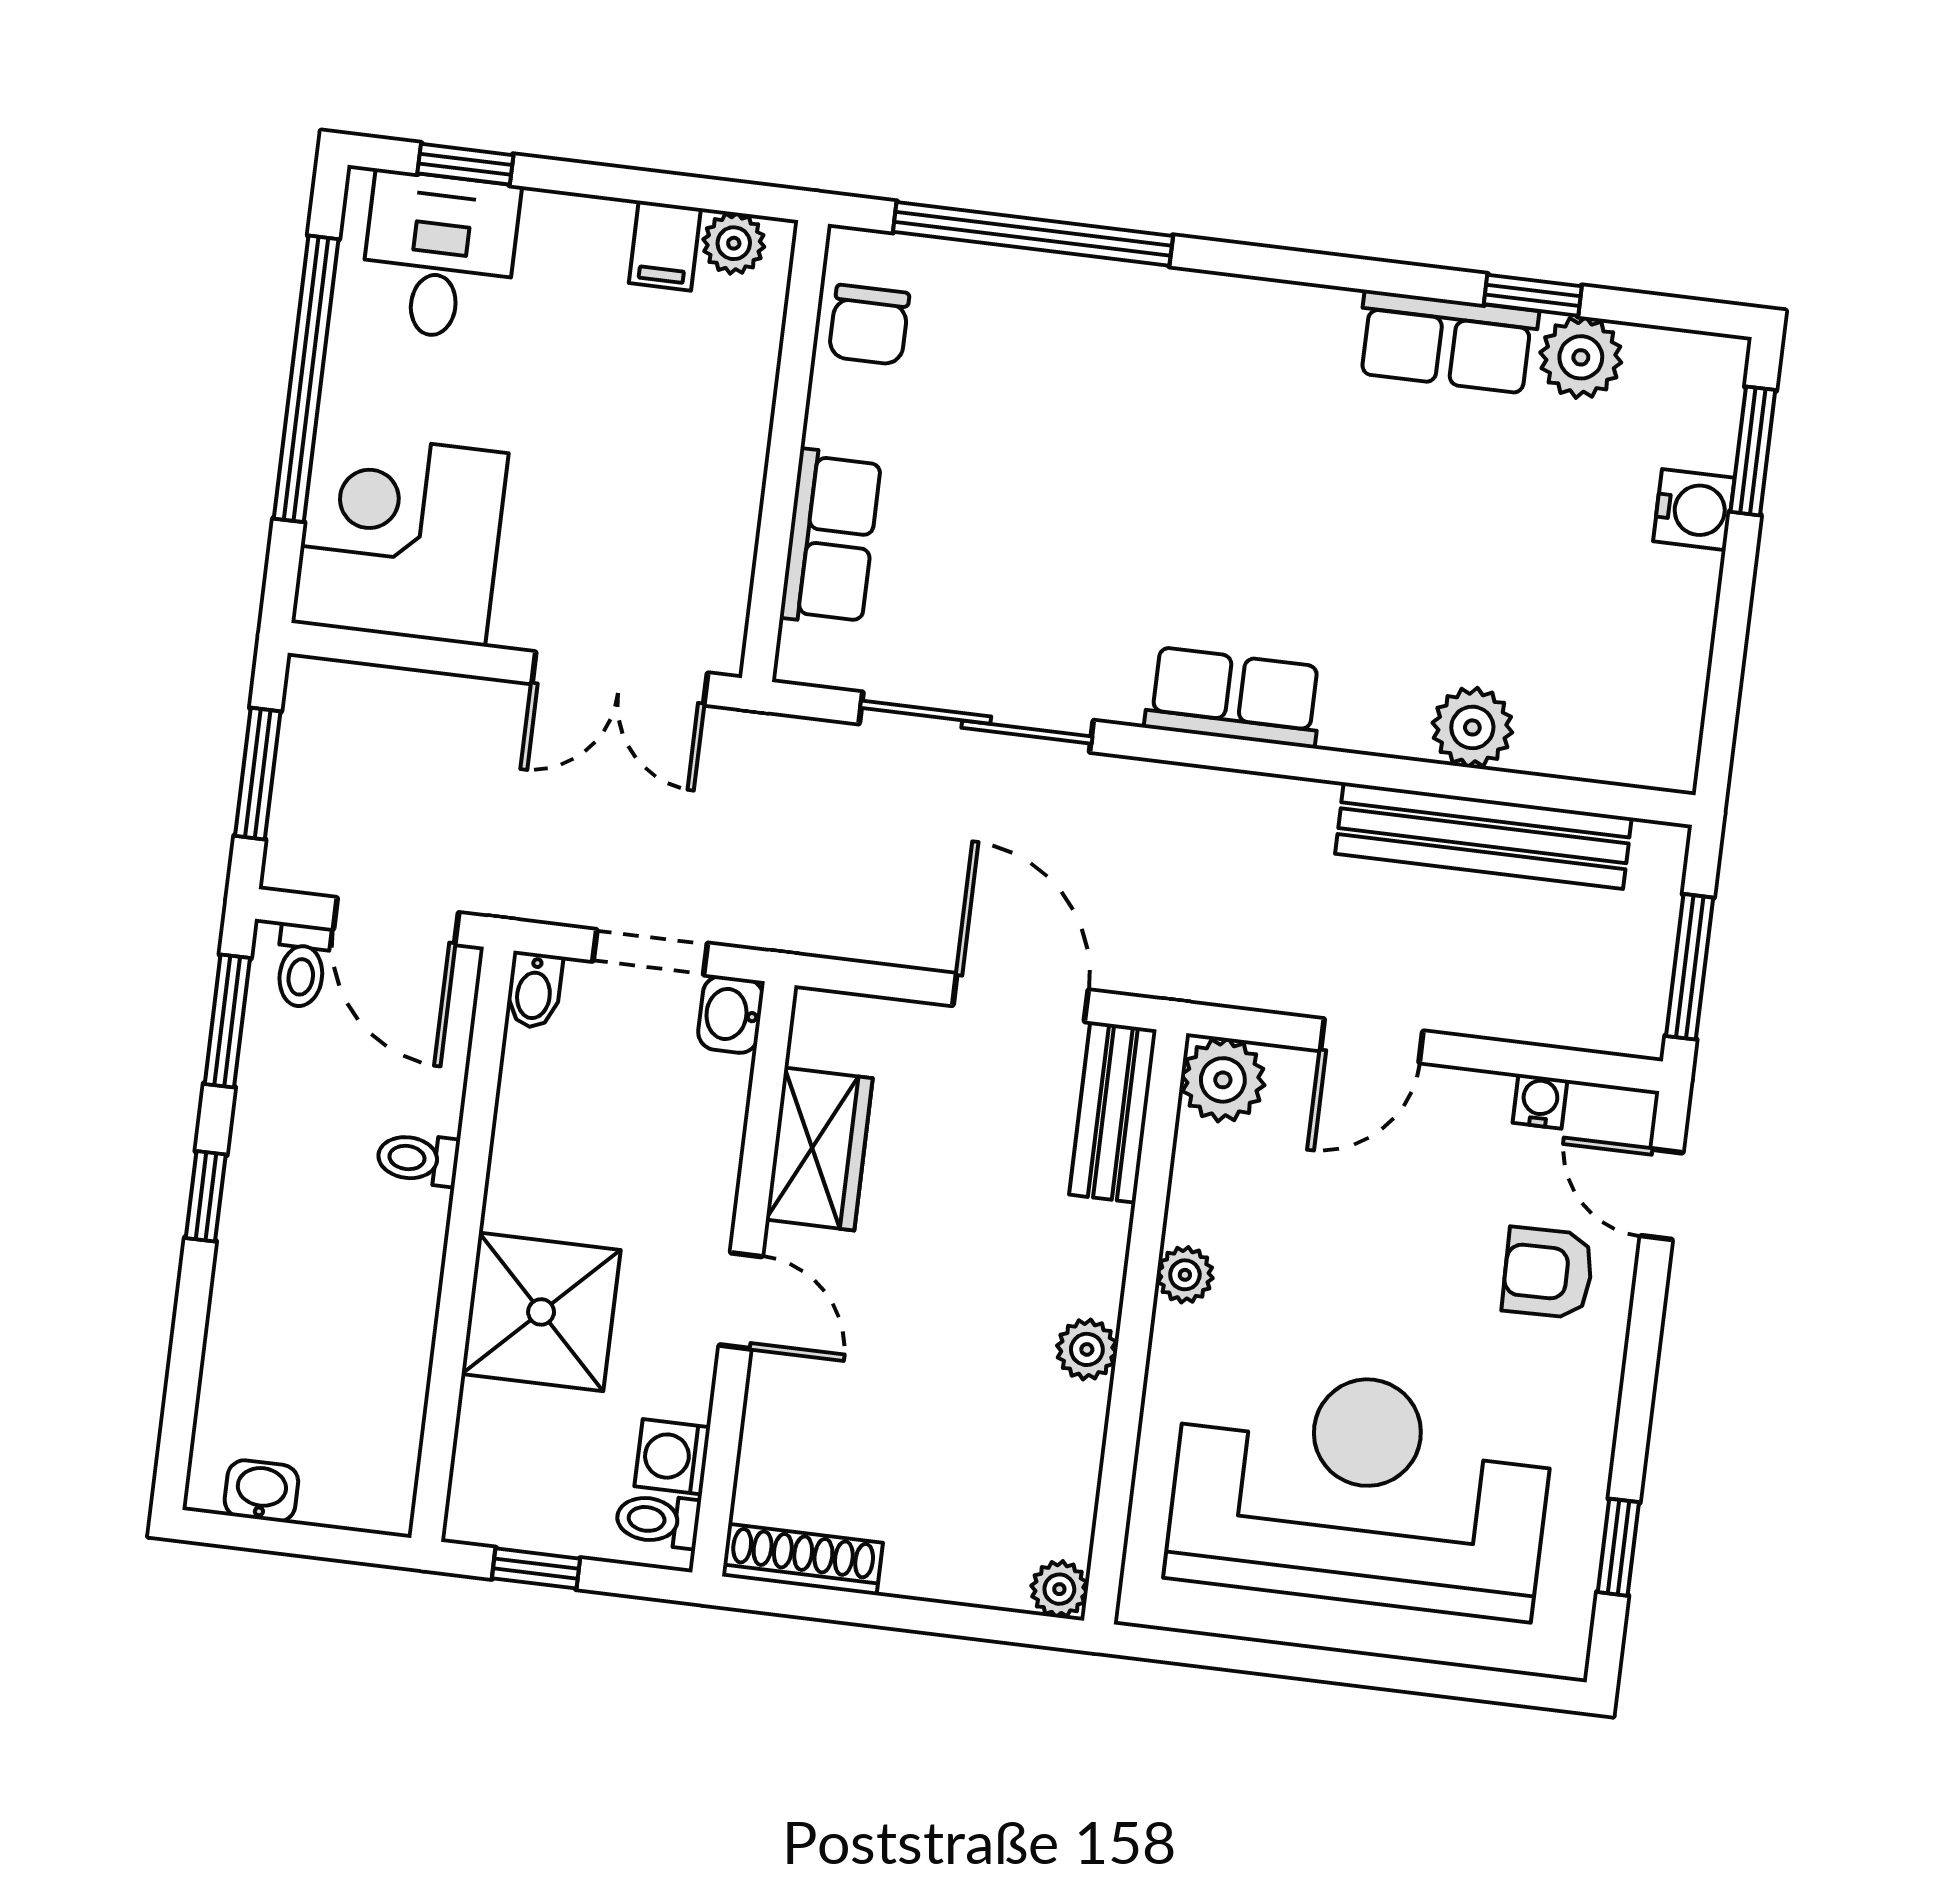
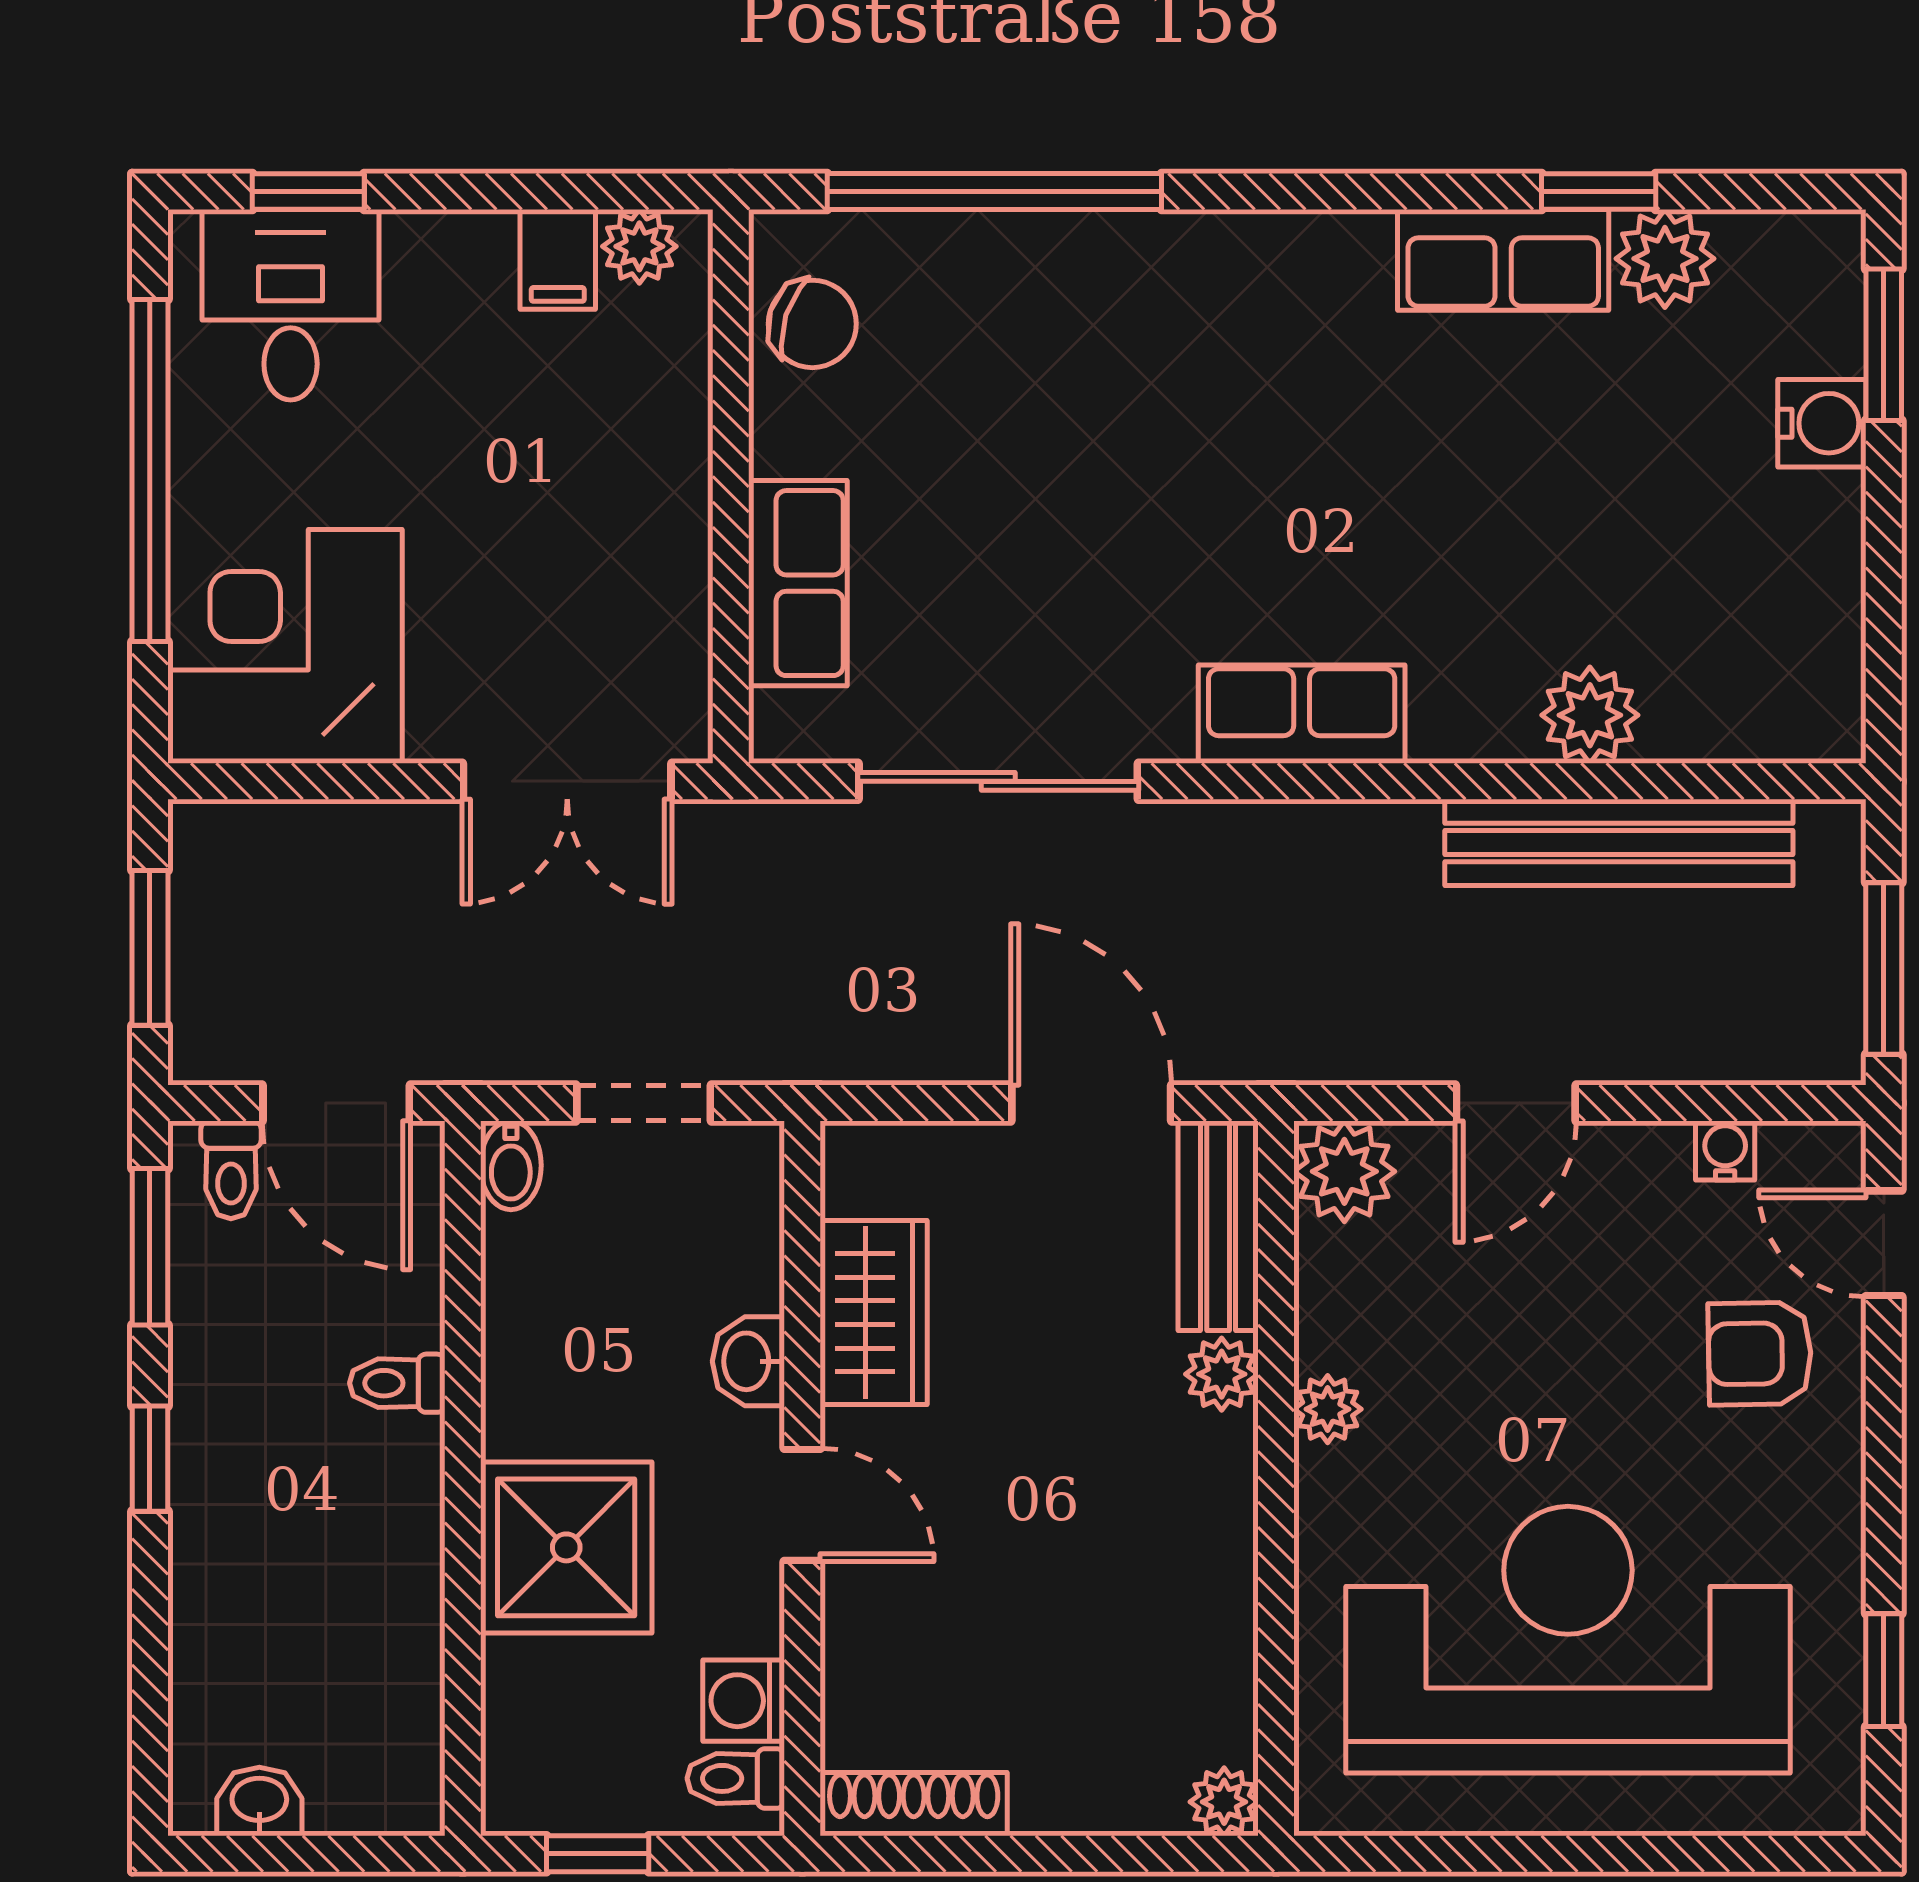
chair: (869, 325) -> (812, 324), turned -72
washbasin: (731, 1014) -> (748, 1361), moved
plant: (1087, 1349) -> (1222, 1374), moved

